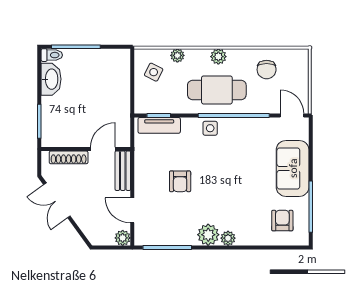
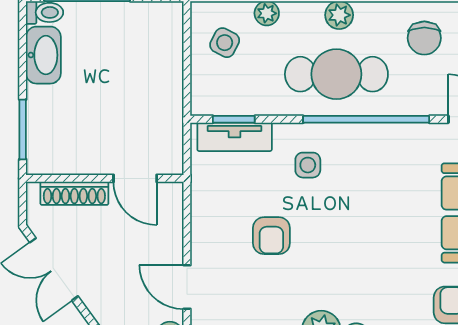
side table: (210, 128) -> (308, 165), moved
door: (103, 149) -> (135, 178), swing flipped
bench: (123, 171) -> (170, 217), removed

